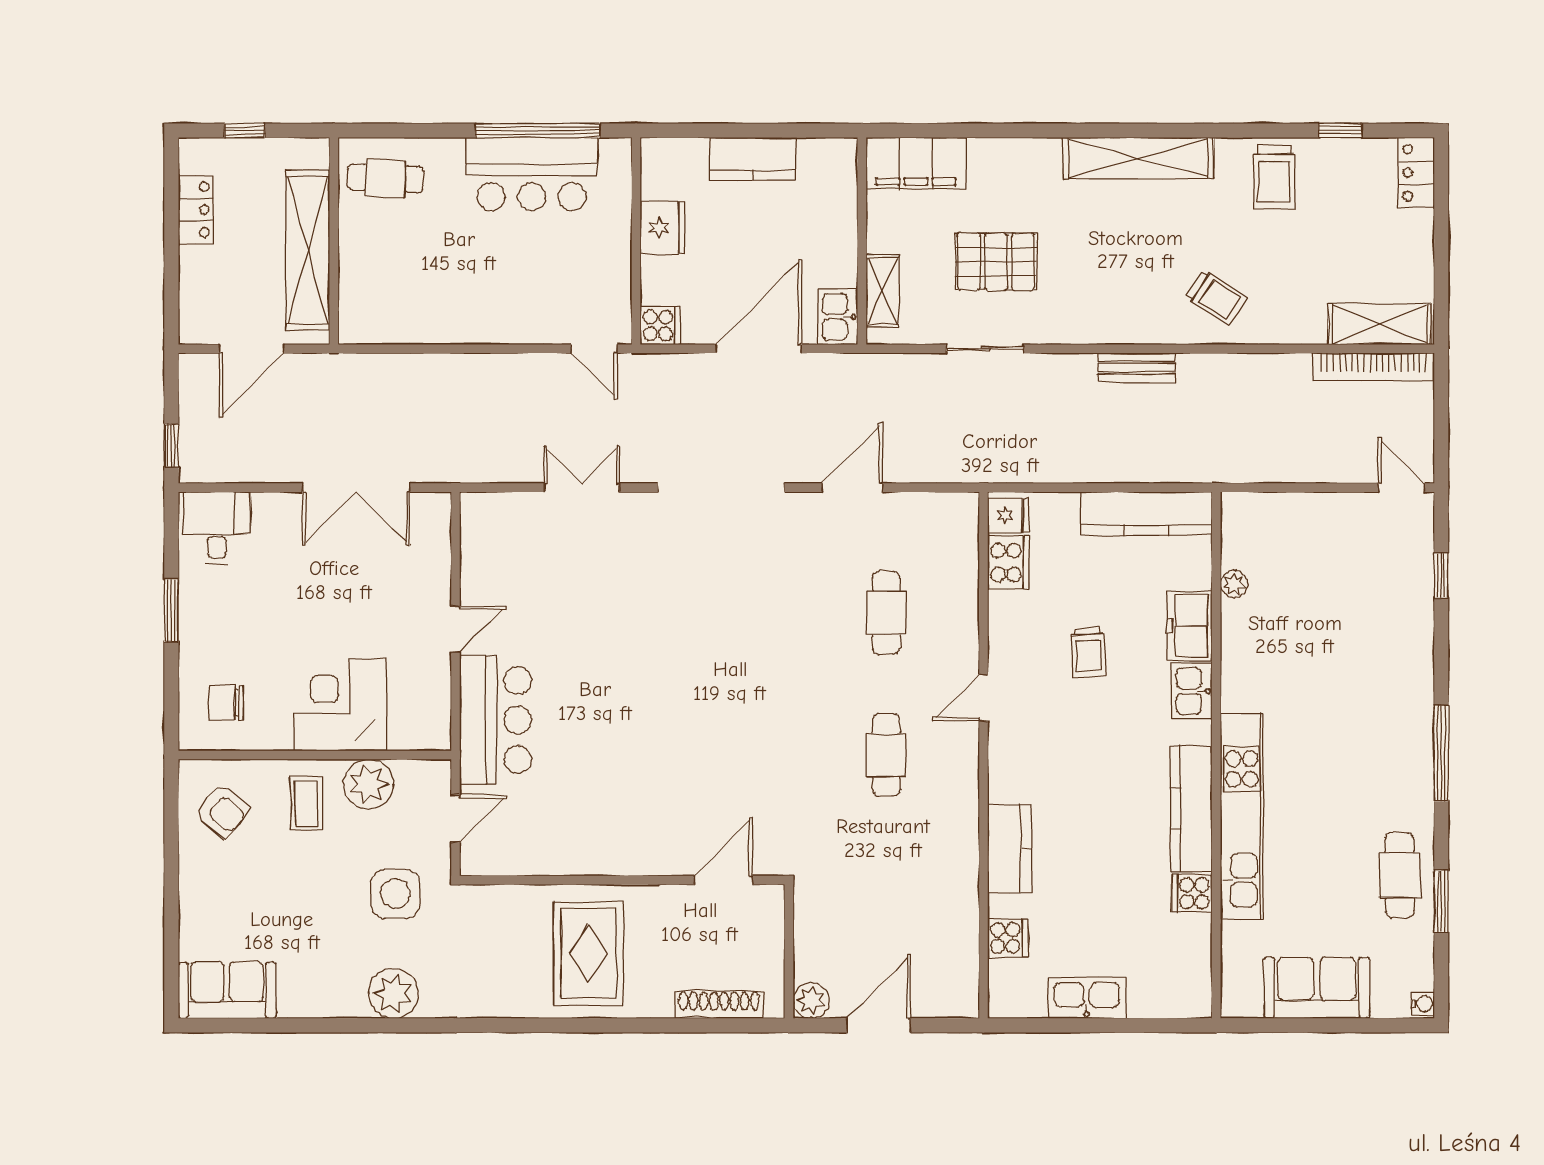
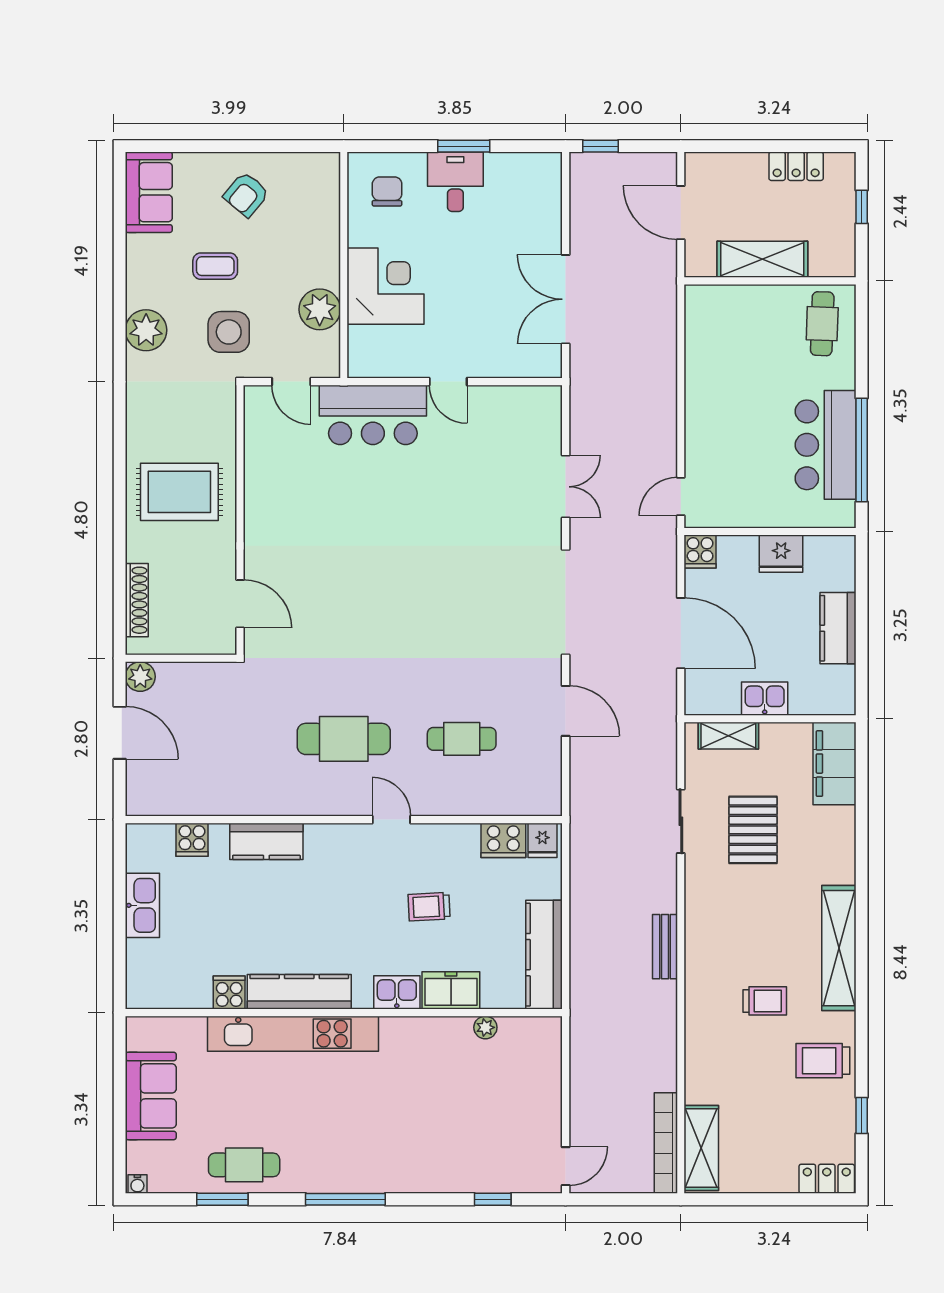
shelving: (308, 250) -> (762, 259), width x0.68
trolley: (1216, 297) -> (765, 1001), moved, turned -122
kitchen sink: (838, 317) -> (765, 699), moved
desk: (217, 528) -> (455, 182), moved, turned -90
cafe table: (886, 755) -> (344, 739), width x1.37, depth x1.35
coffee table: (306, 804) -> (215, 266), moved
armchair: (222, 811) -> (246, 194), moved

